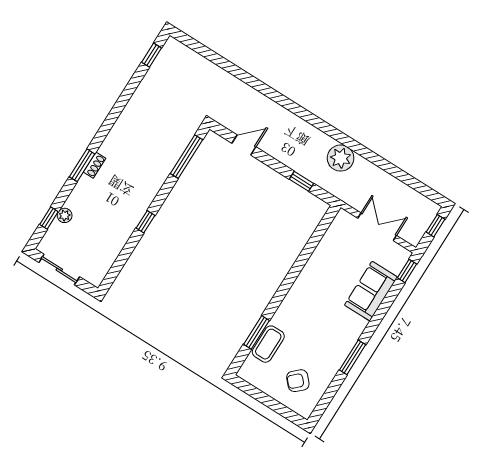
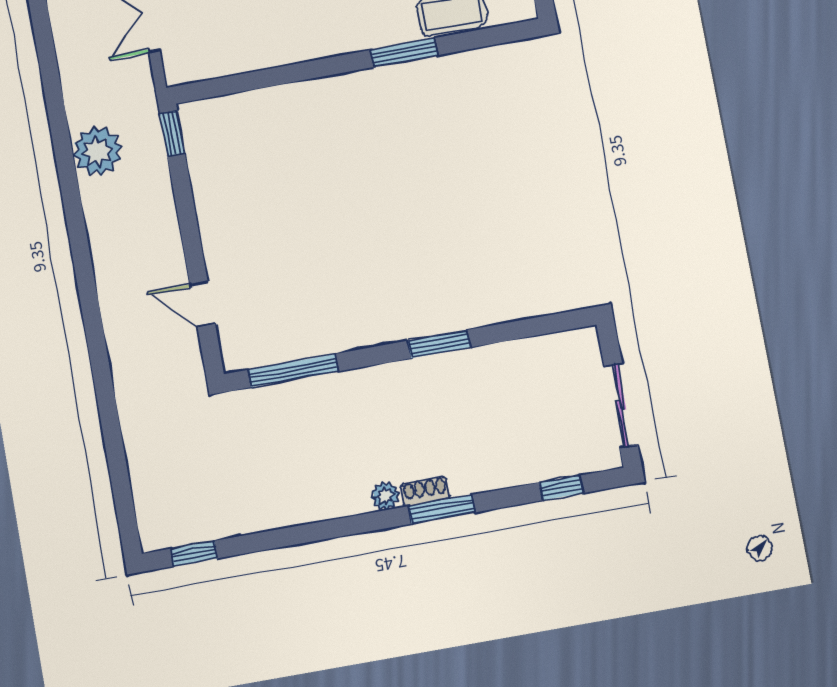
window: (301, 181) -> (172, 133), moved
plant: (65, 215) -> (385, 496), moved
window: (145, 222) -> (439, 344), width x1.50
window: (256, 332) -> (404, 53), moved

